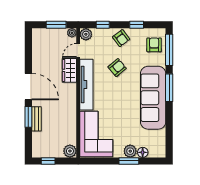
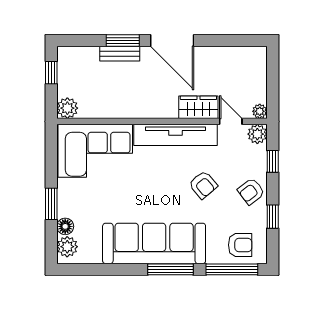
window: (56, 25) -> (273, 85), removed
door: (28, 87) -> (172, 40), hinge flipped
plant: (130, 151) -> (67, 247), moved

